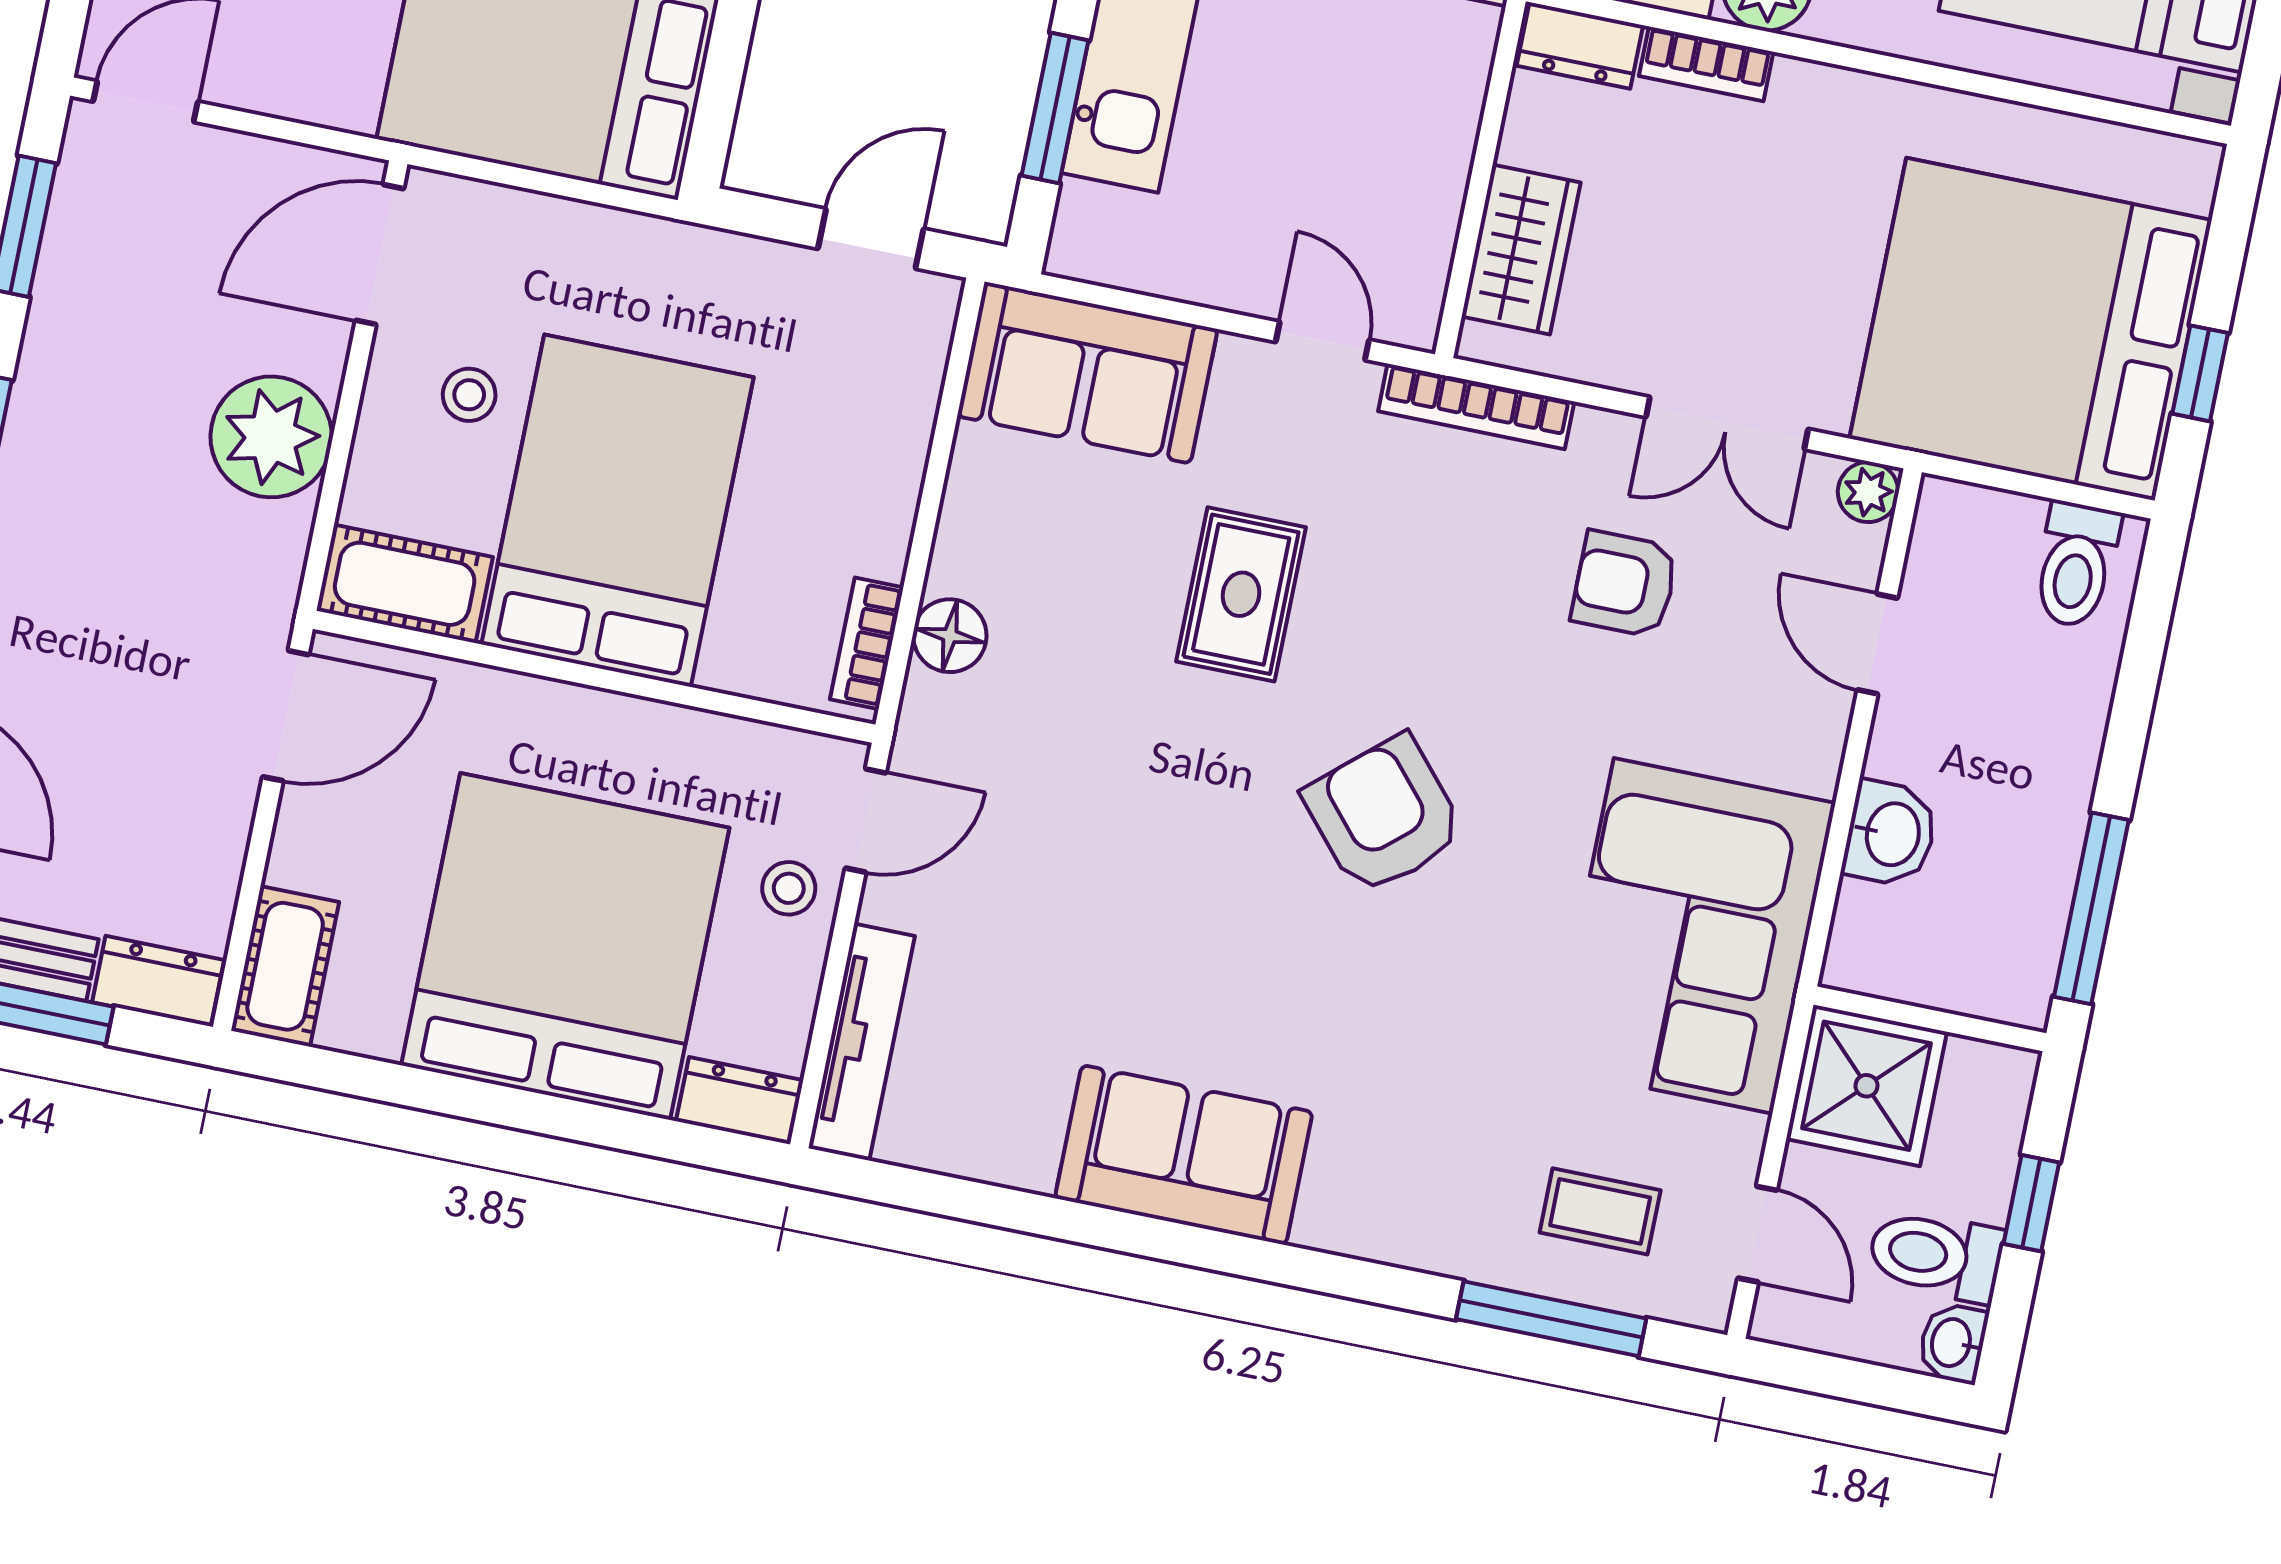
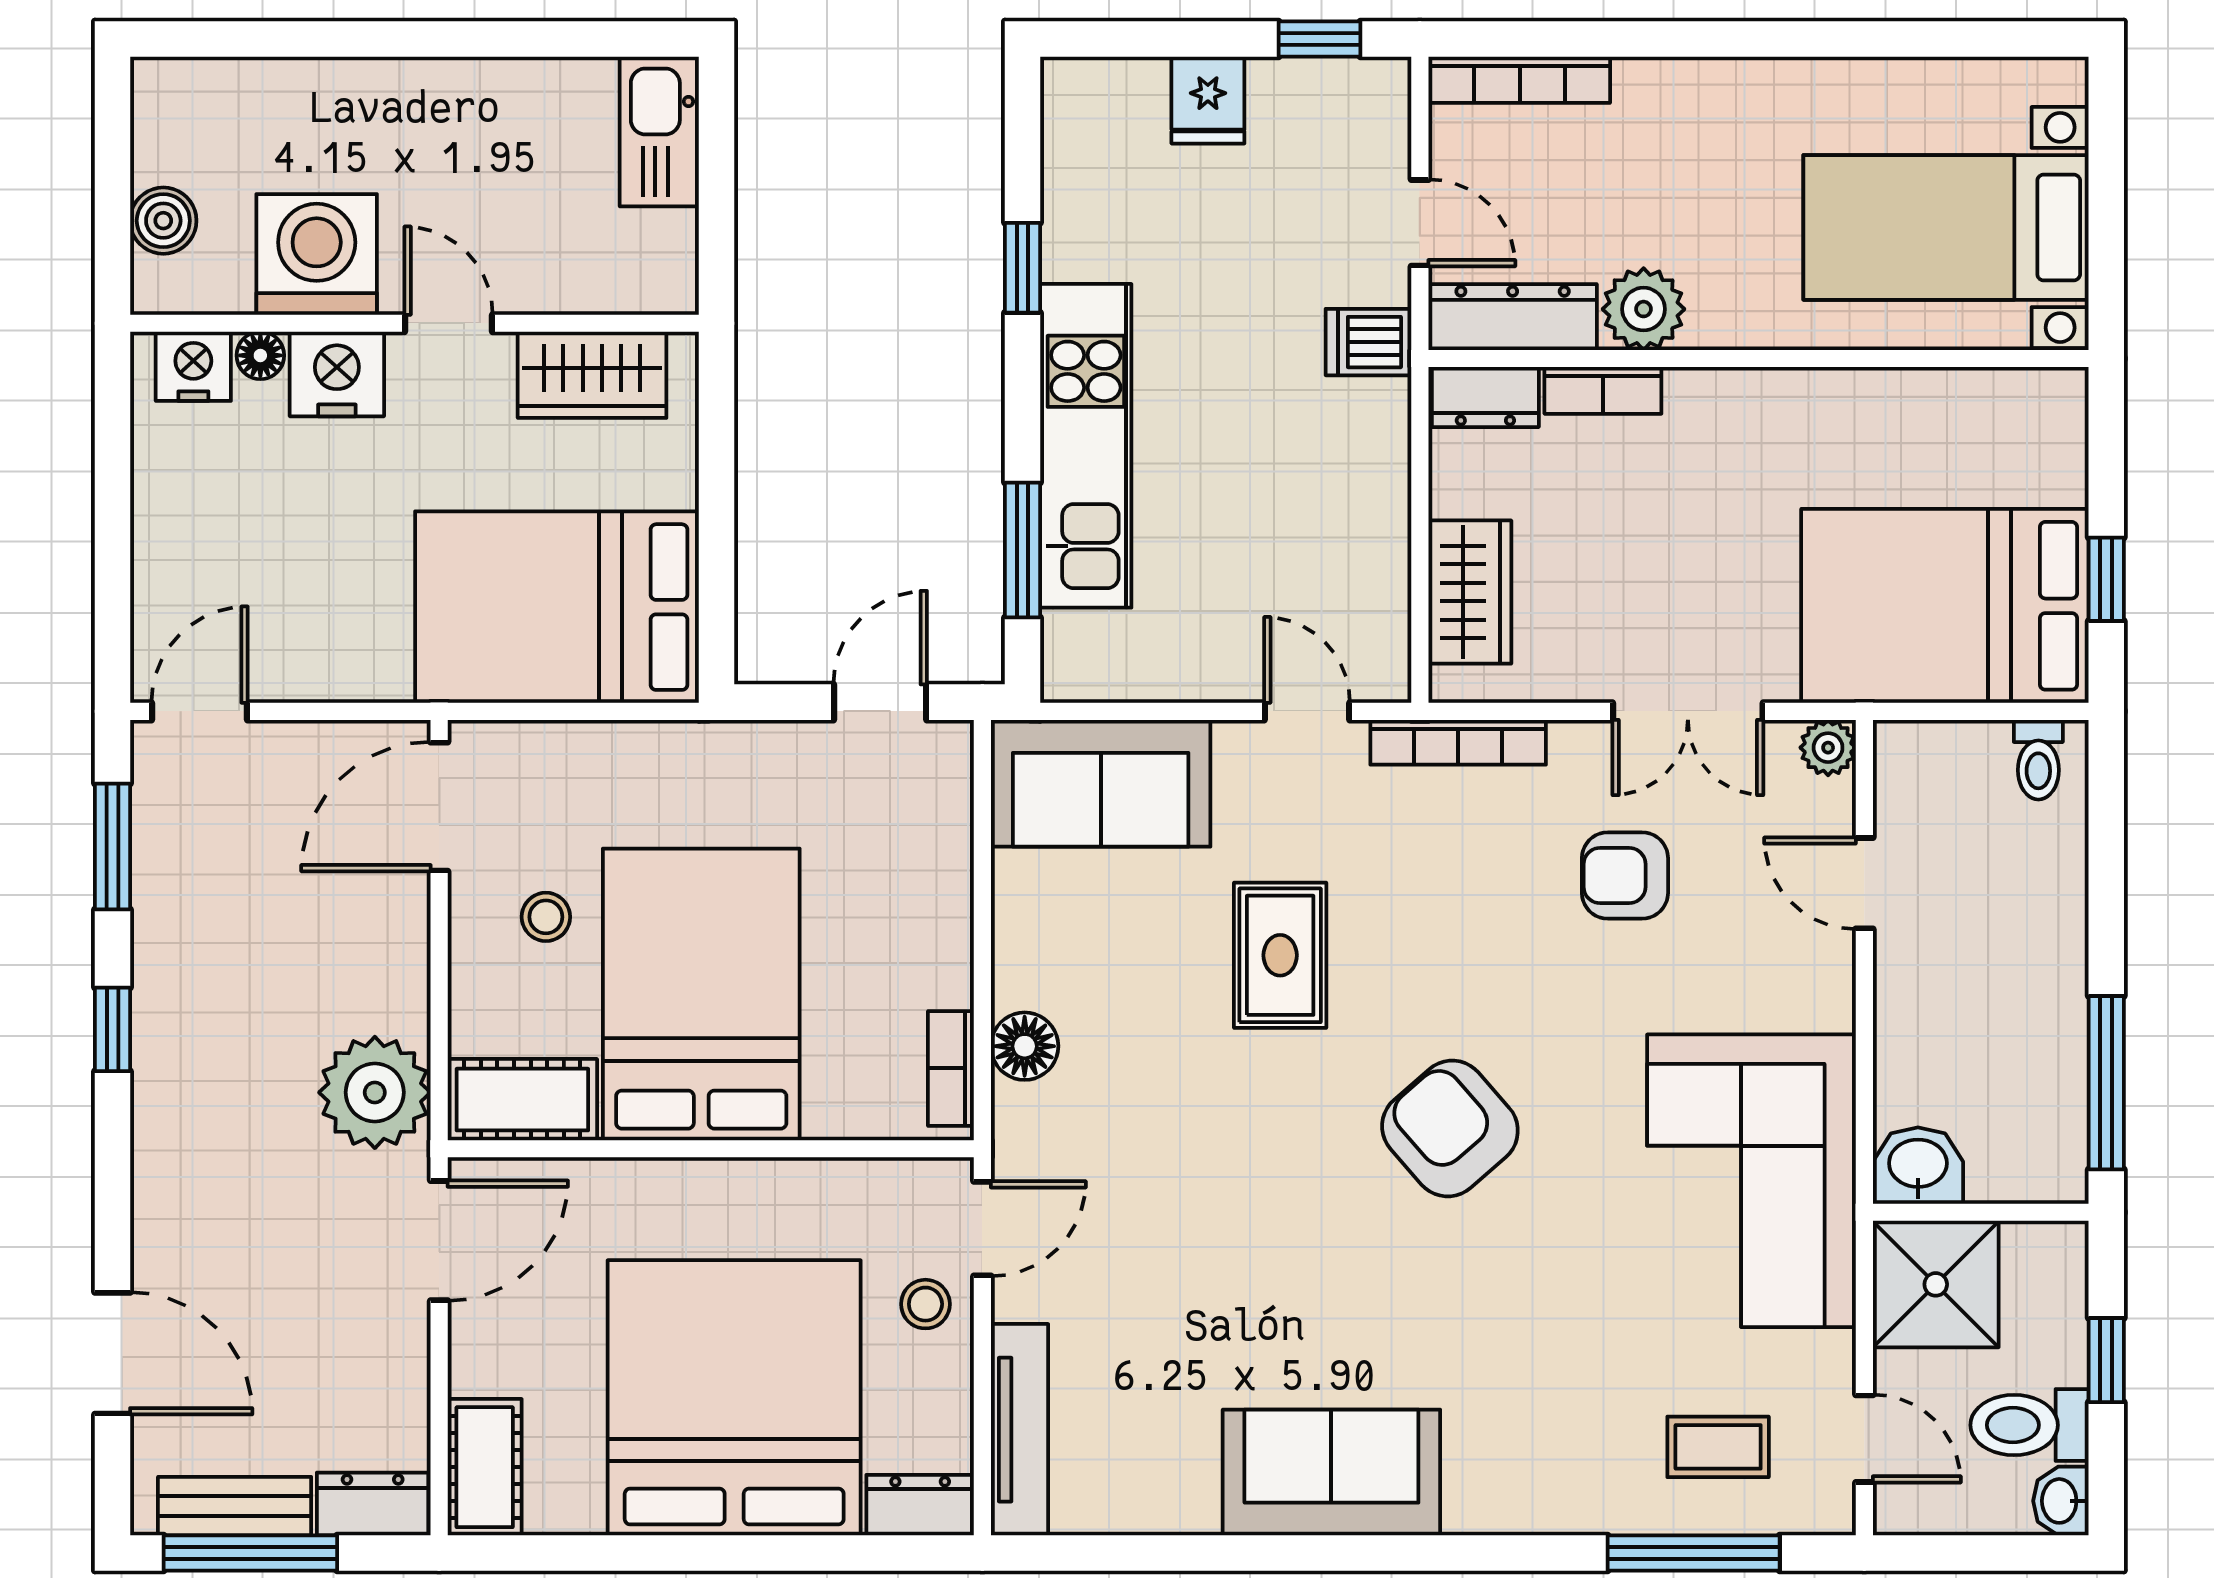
bed: (2031, 329) -> (1945, 606), width x0.73
plant: (271, 437) -> (375, 1092), moved
toilet: (2076, 565) -> (2038, 760), width x0.73, depth x0.72
washbasin: (1890, 834) -> (1918, 1166), moved, turned -90

